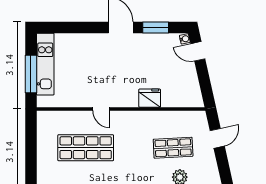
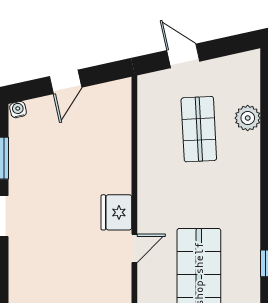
door: (198, 51) -> (66, 82), moved
fridge: (150, 98) -> (116, 212), moved

